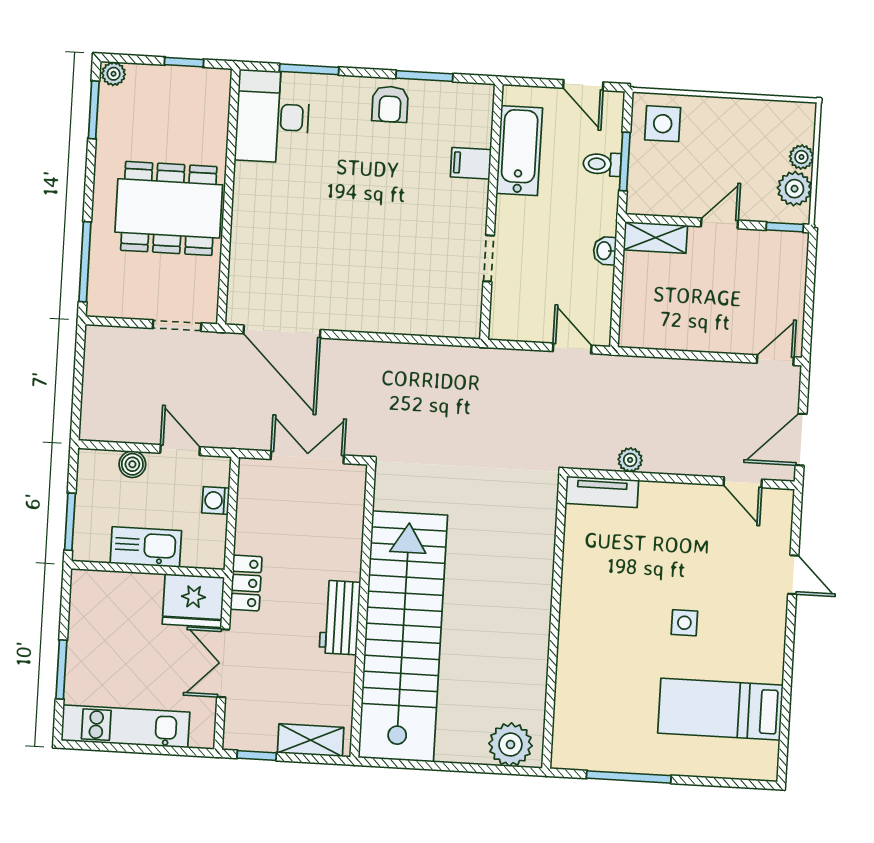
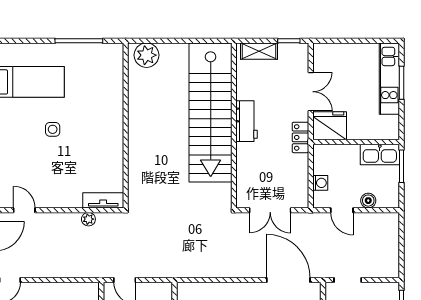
kitchen sink: (146, 547) -> (380, 154), moved
kitchen unit: (125, 726) -> (389, 79), moved, turned 90

